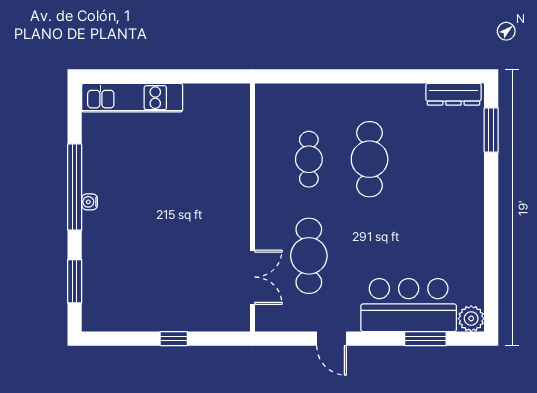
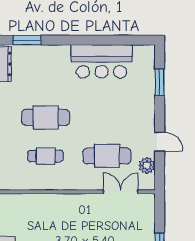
bar counter: (409, 305) -> (102, 61), moved, turned -90
plant: (471, 319) -> (147, 165), moved
door: (332, 339) -> (160, 142), hinge flipped

